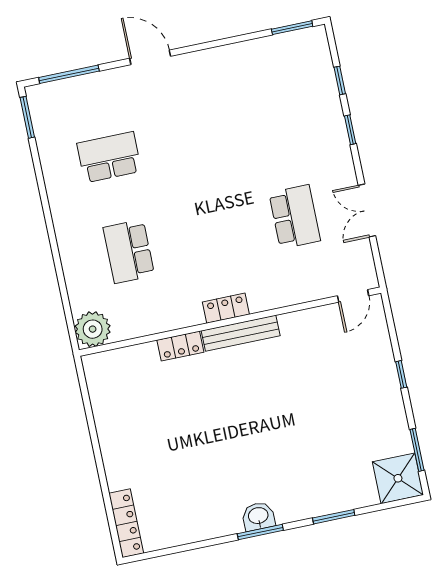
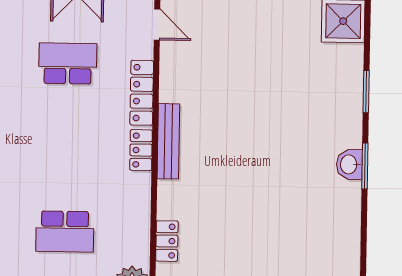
locker: (282, 296) -> (142, 93), added
locker: (180, 346) -> (167, 241), moved

